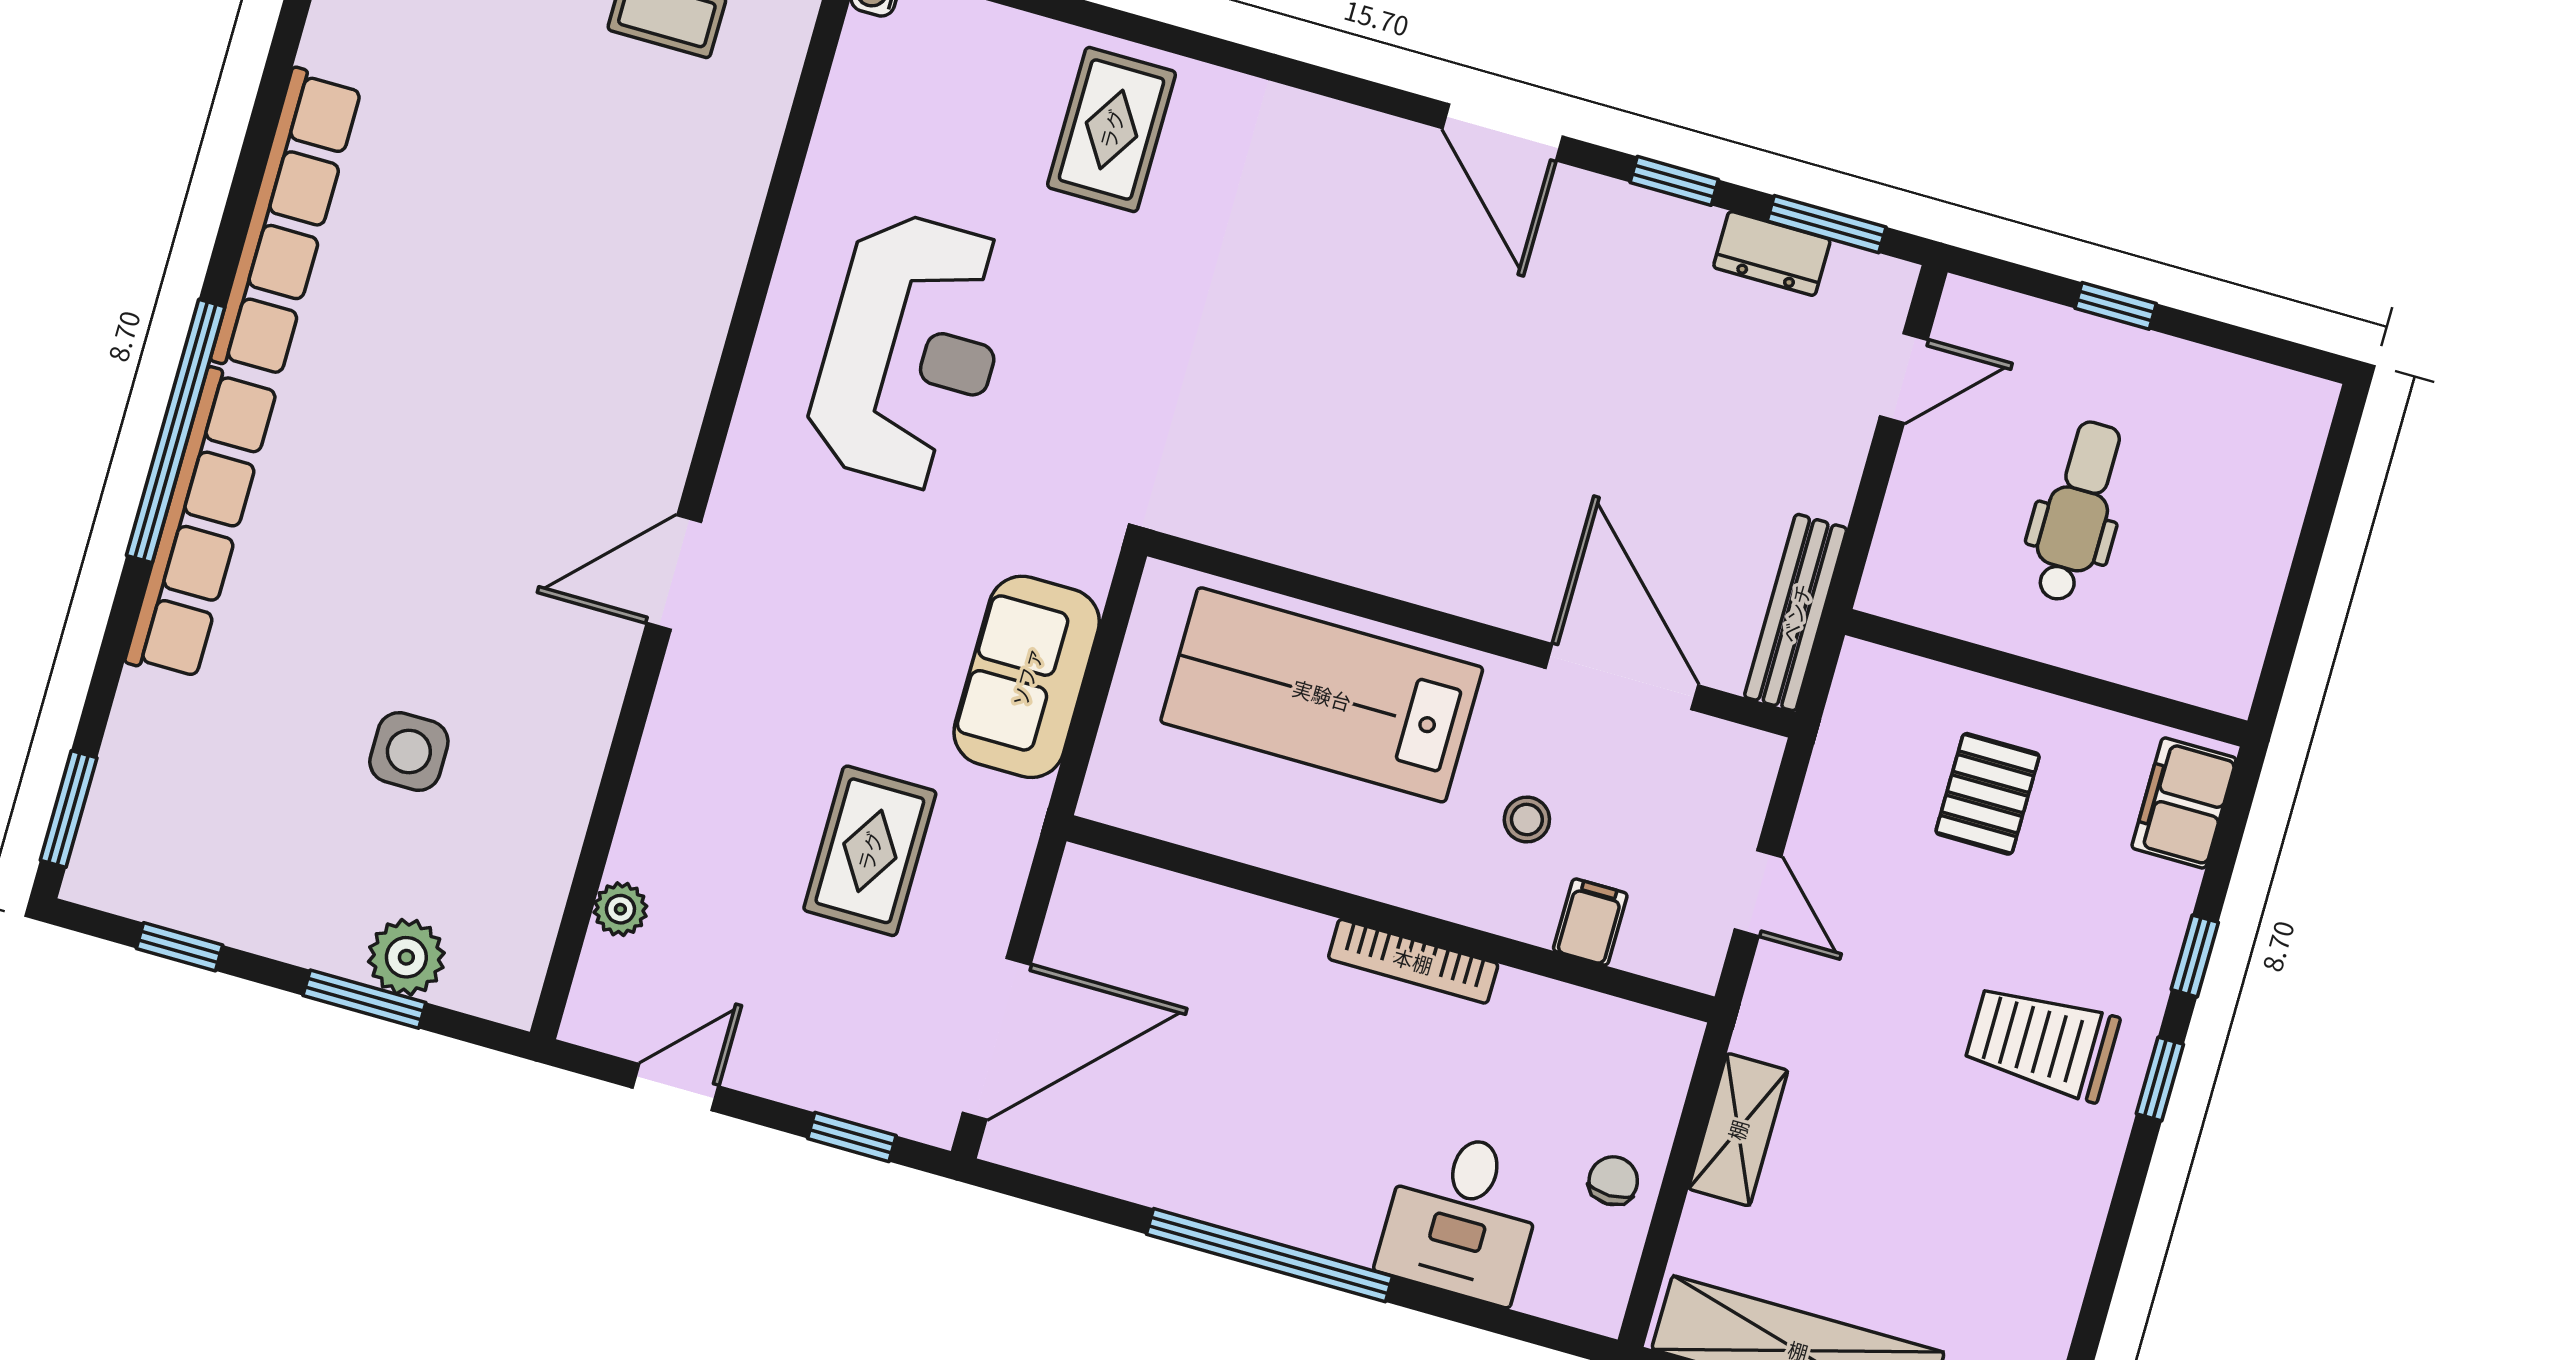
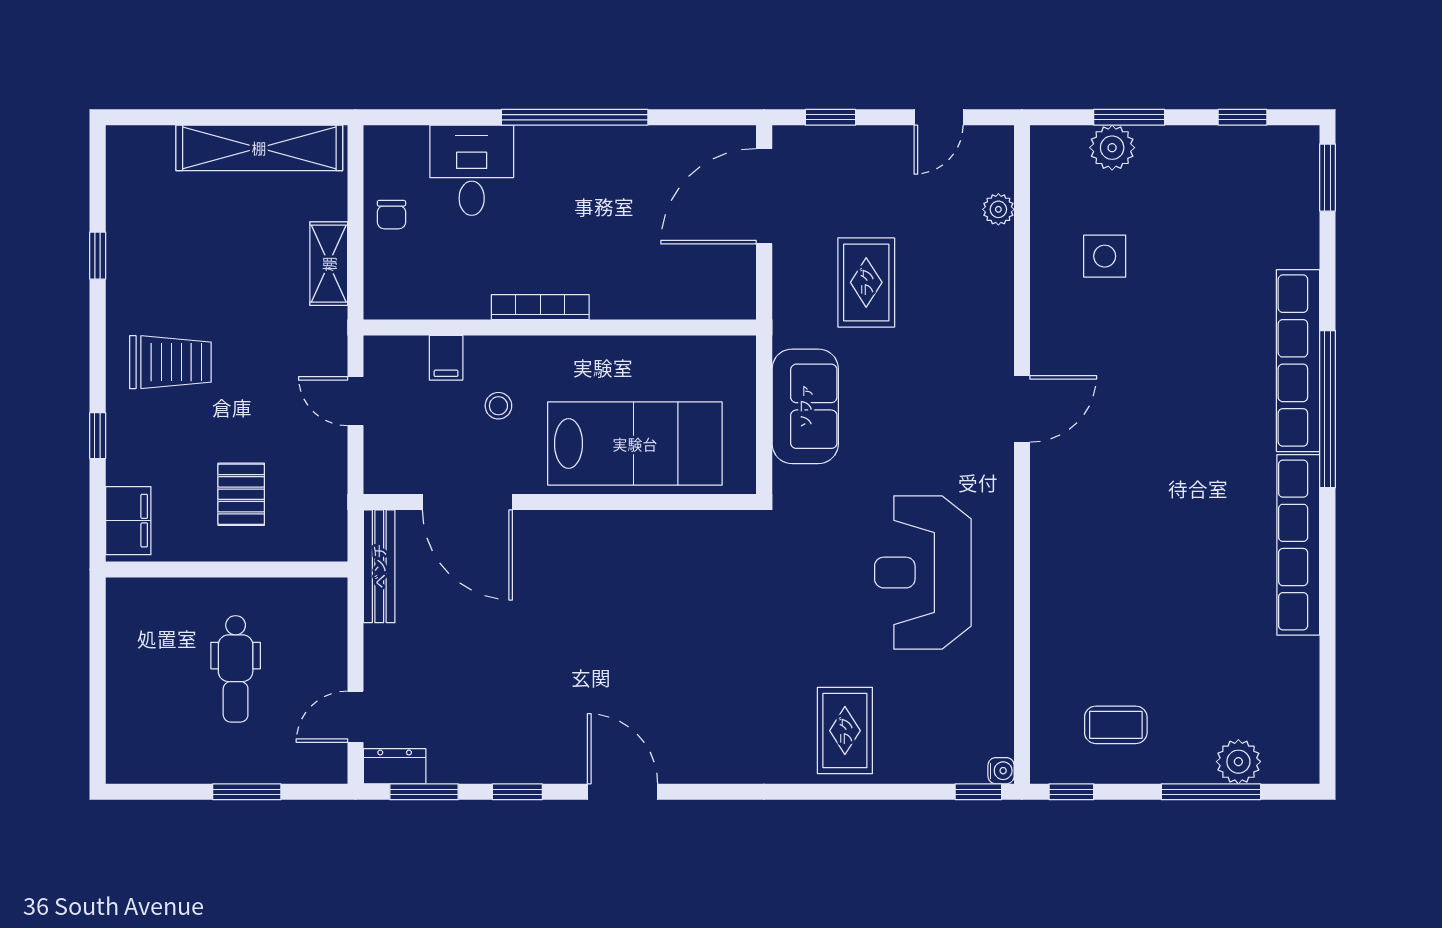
dresser: (1772, 253) -> (395, 766), moved
window: (2116, 306) -> (247, 792), width x1.50
side table: (409, 752) -> (1105, 256), moved
window: (2160, 1079) -> (98, 256), moved

